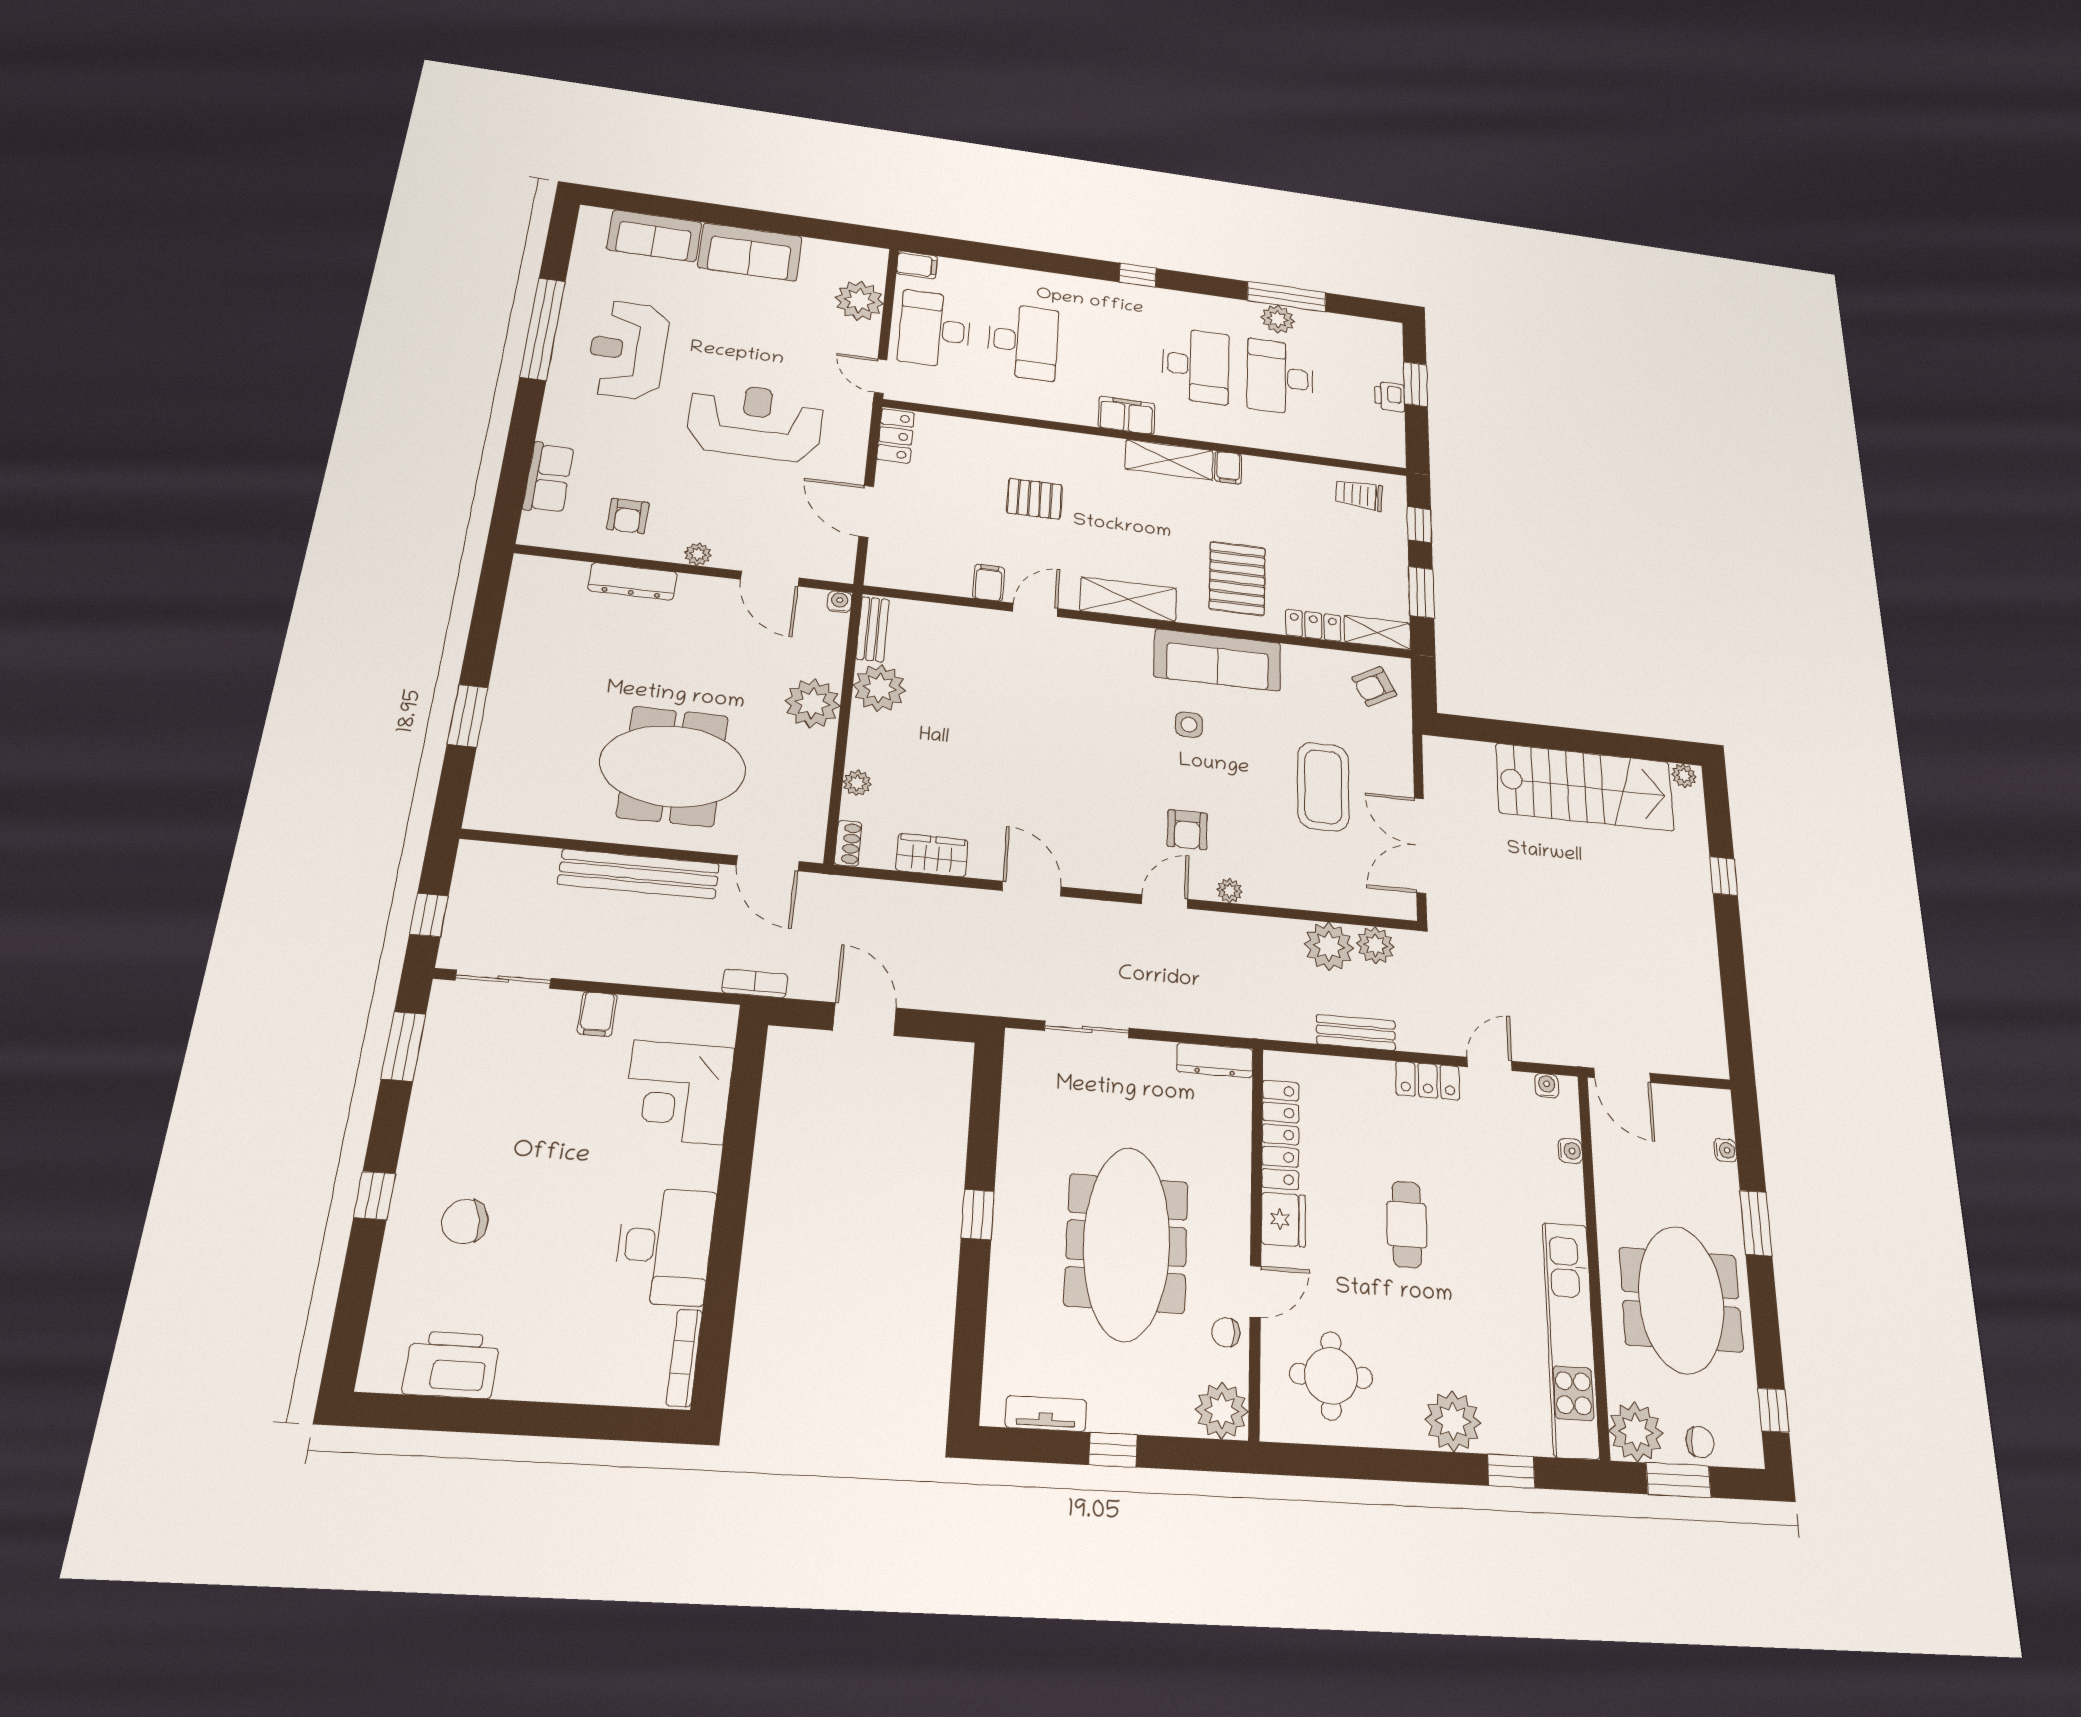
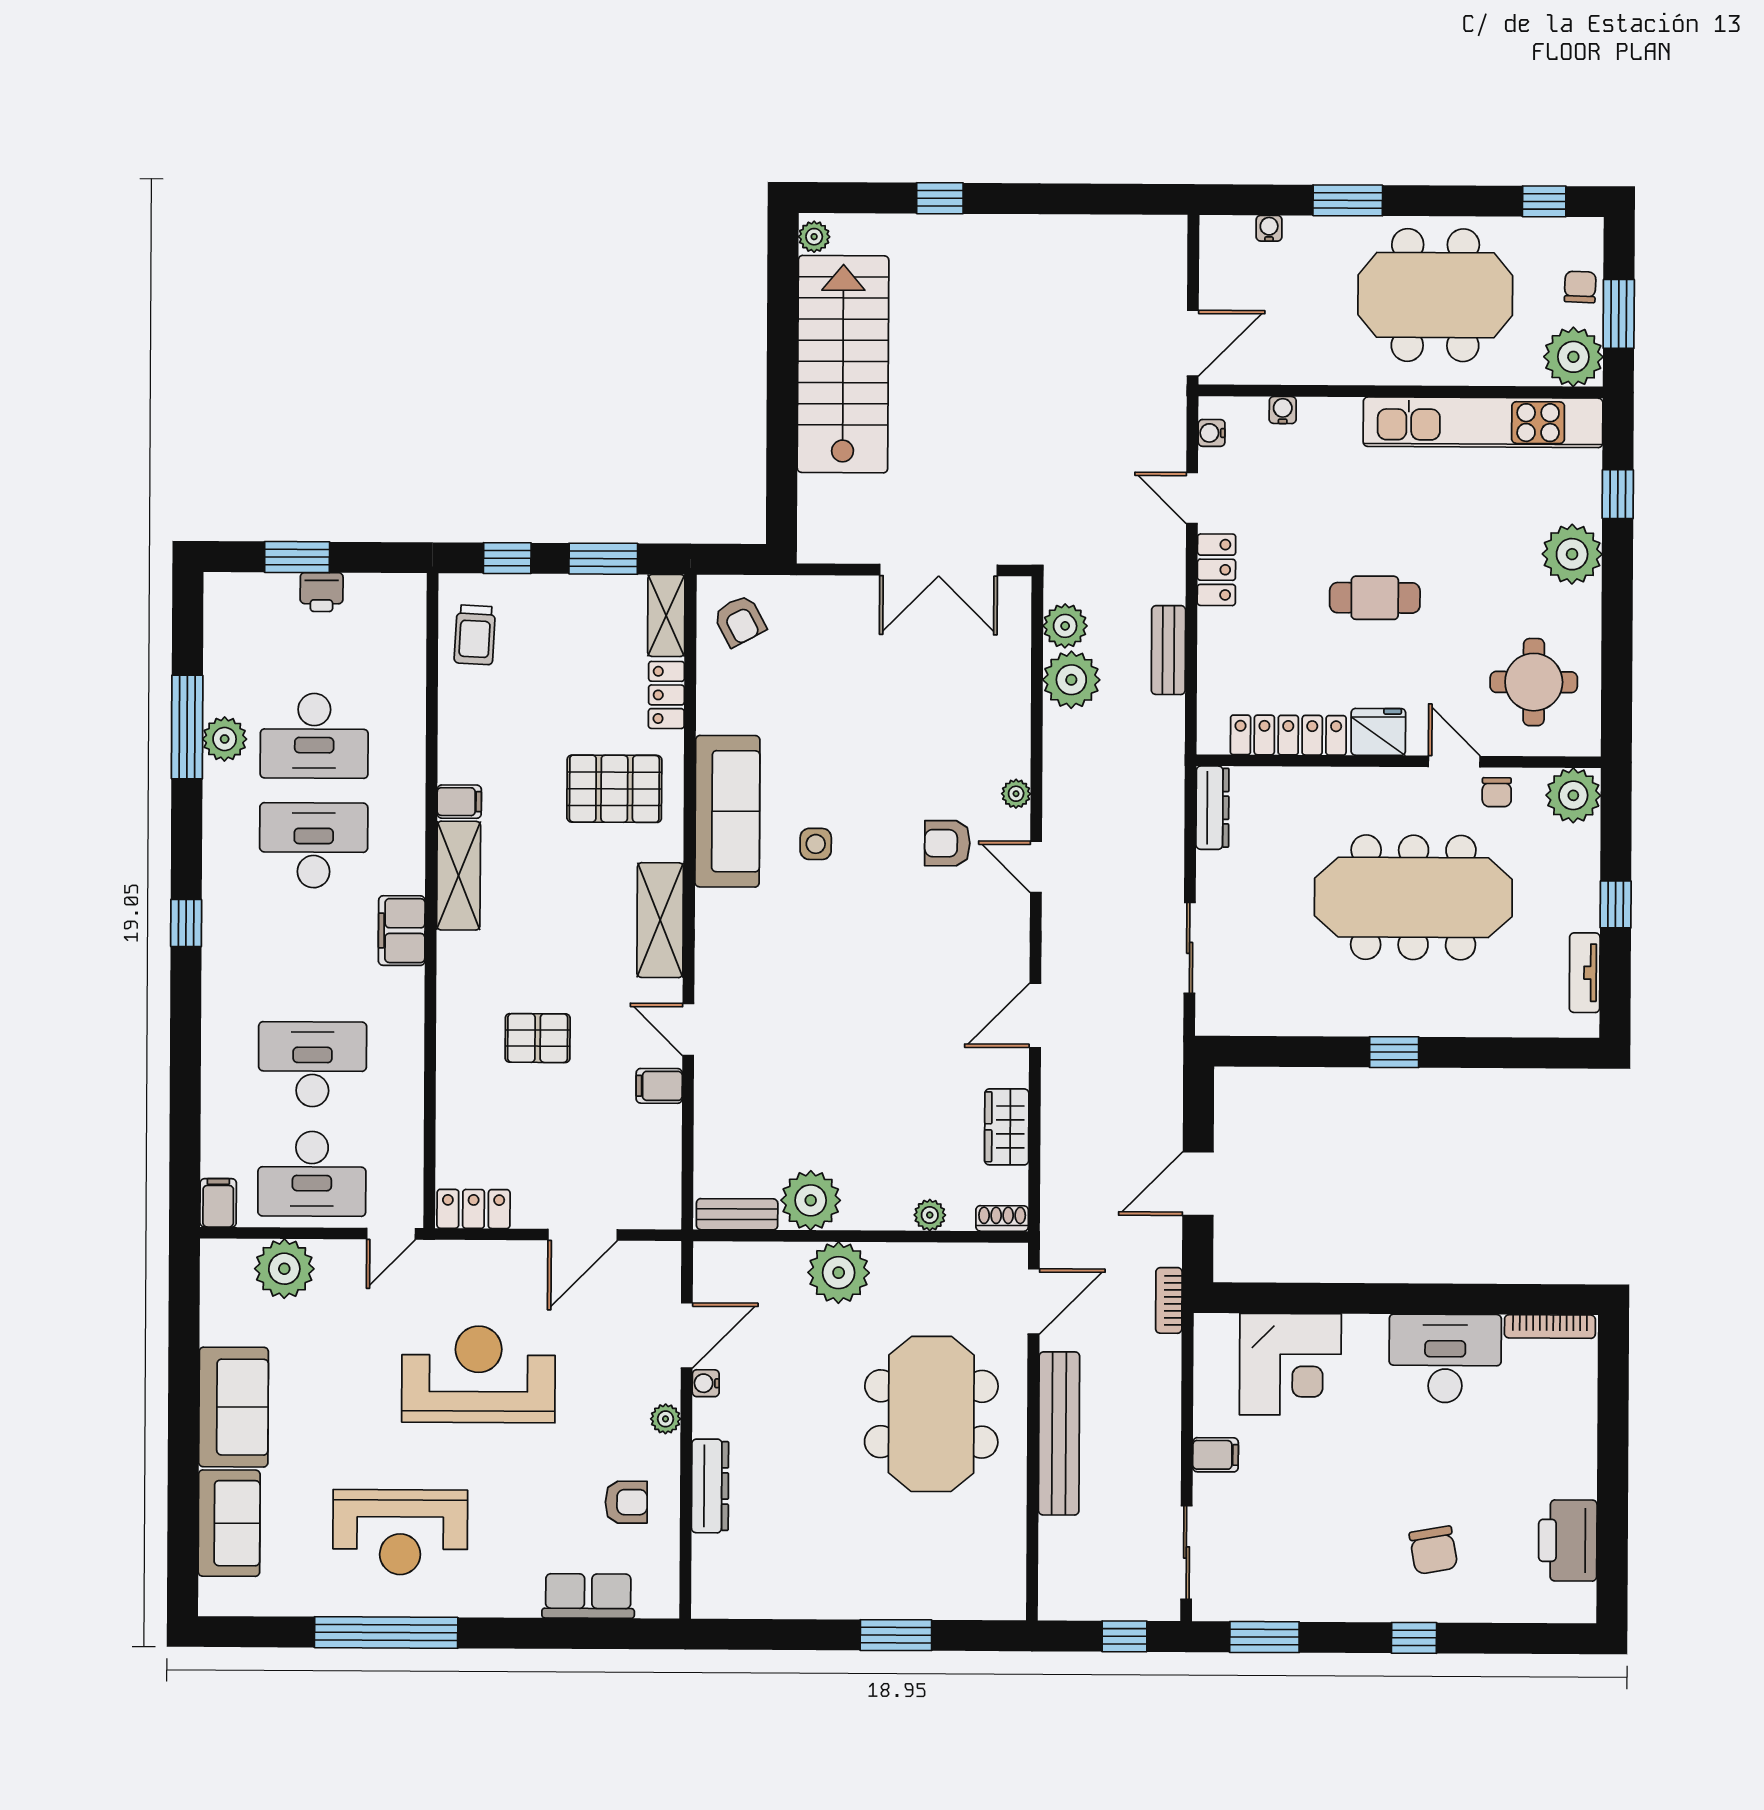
reception desk: (755, 422) -> (478, 1374), turned 90
pallet: (1035, 499) -> (538, 1038), turned 90
water cooler: (839, 602) -> (706, 1383), moved
coffee table: (1323, 787) -> (877, 685), removed
armchair: (1187, 830) -> (947, 843), turned 180

